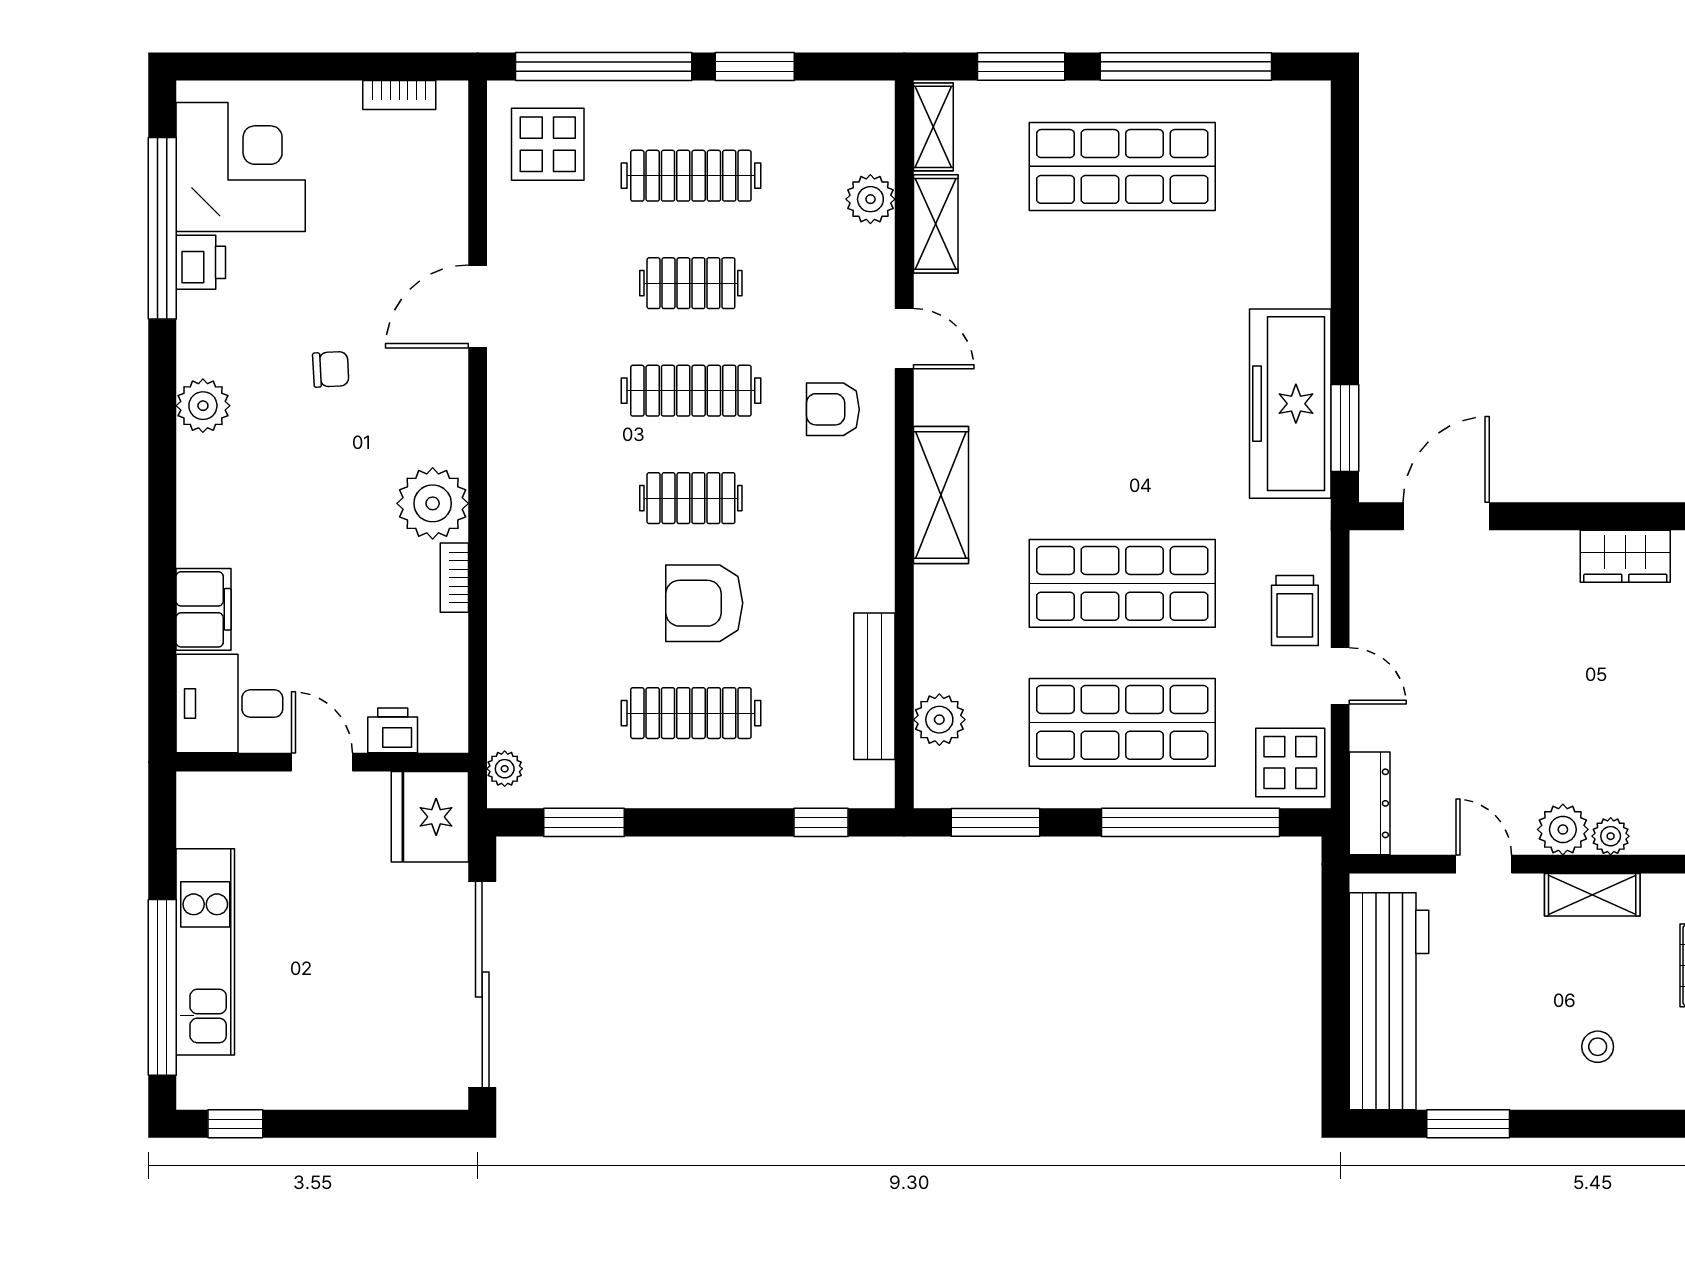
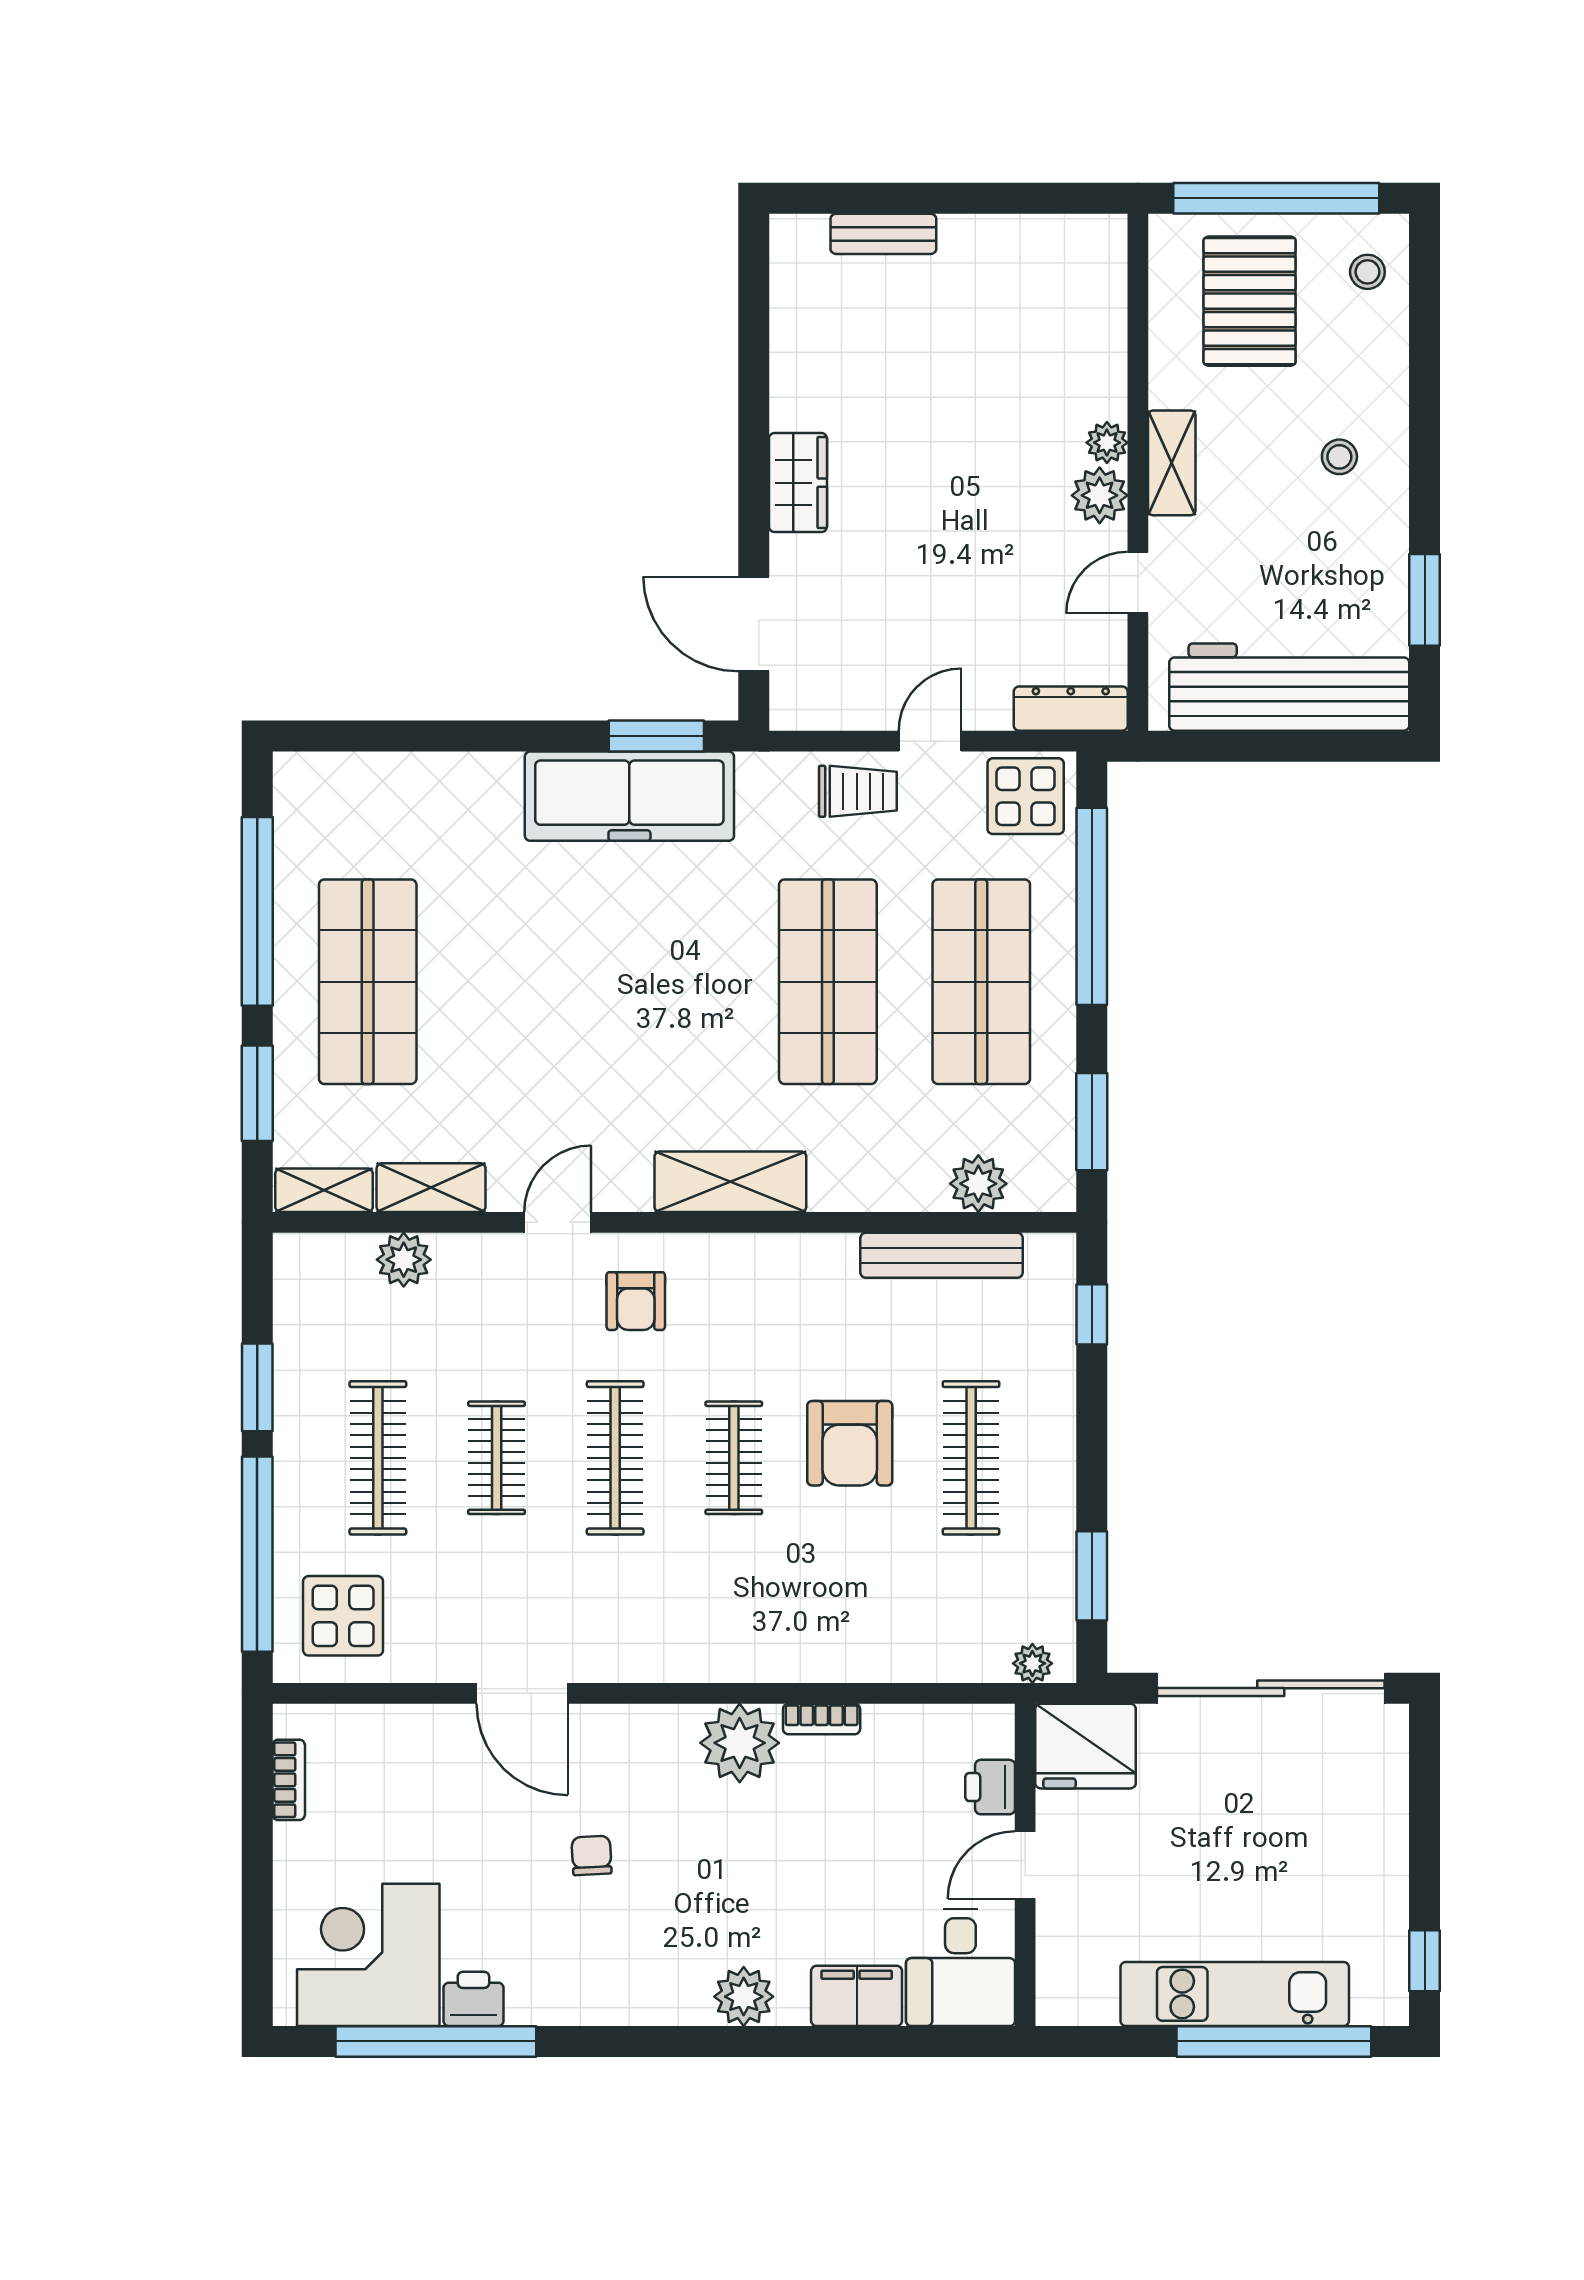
plant: (203, 406) -> (744, 1997), moved
wardrobe: (1625, 556) -> (798, 483), moved

